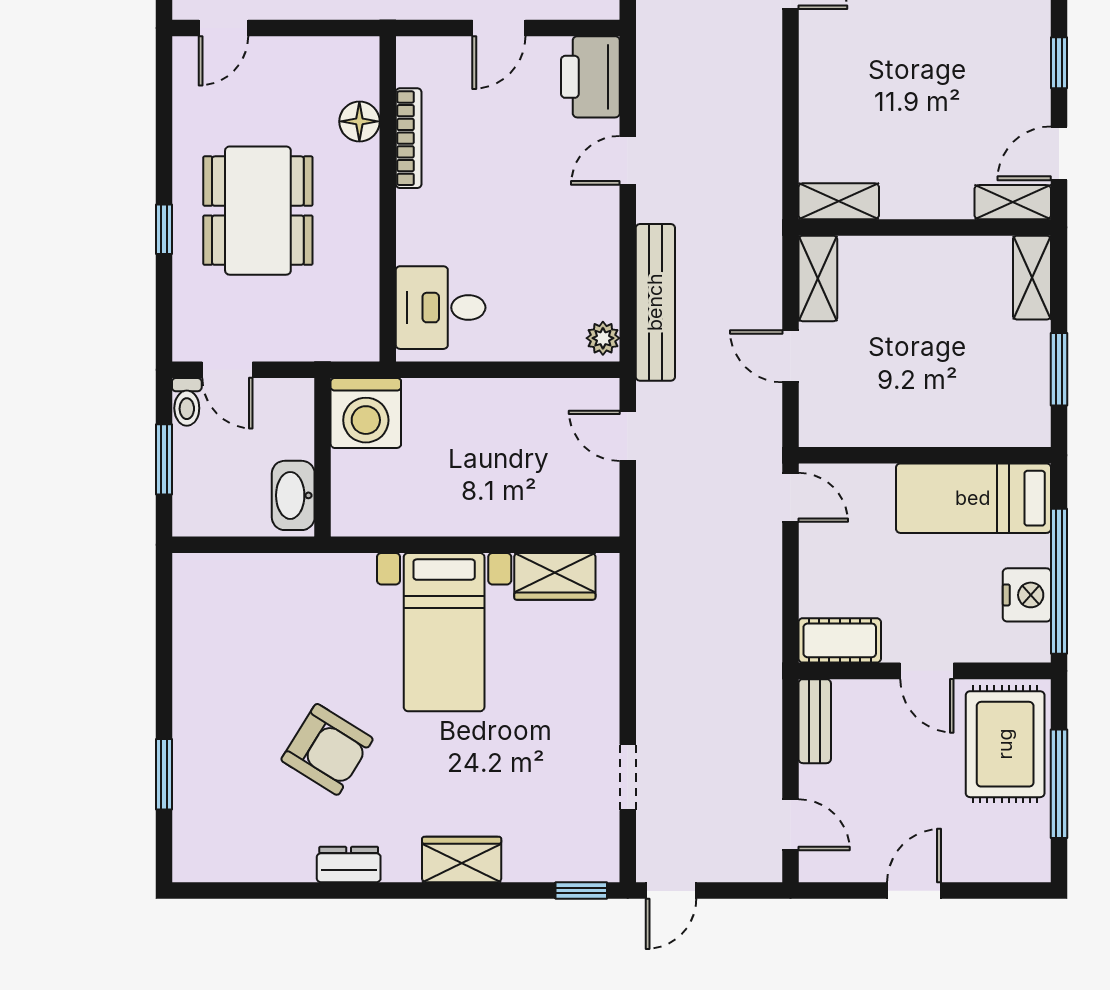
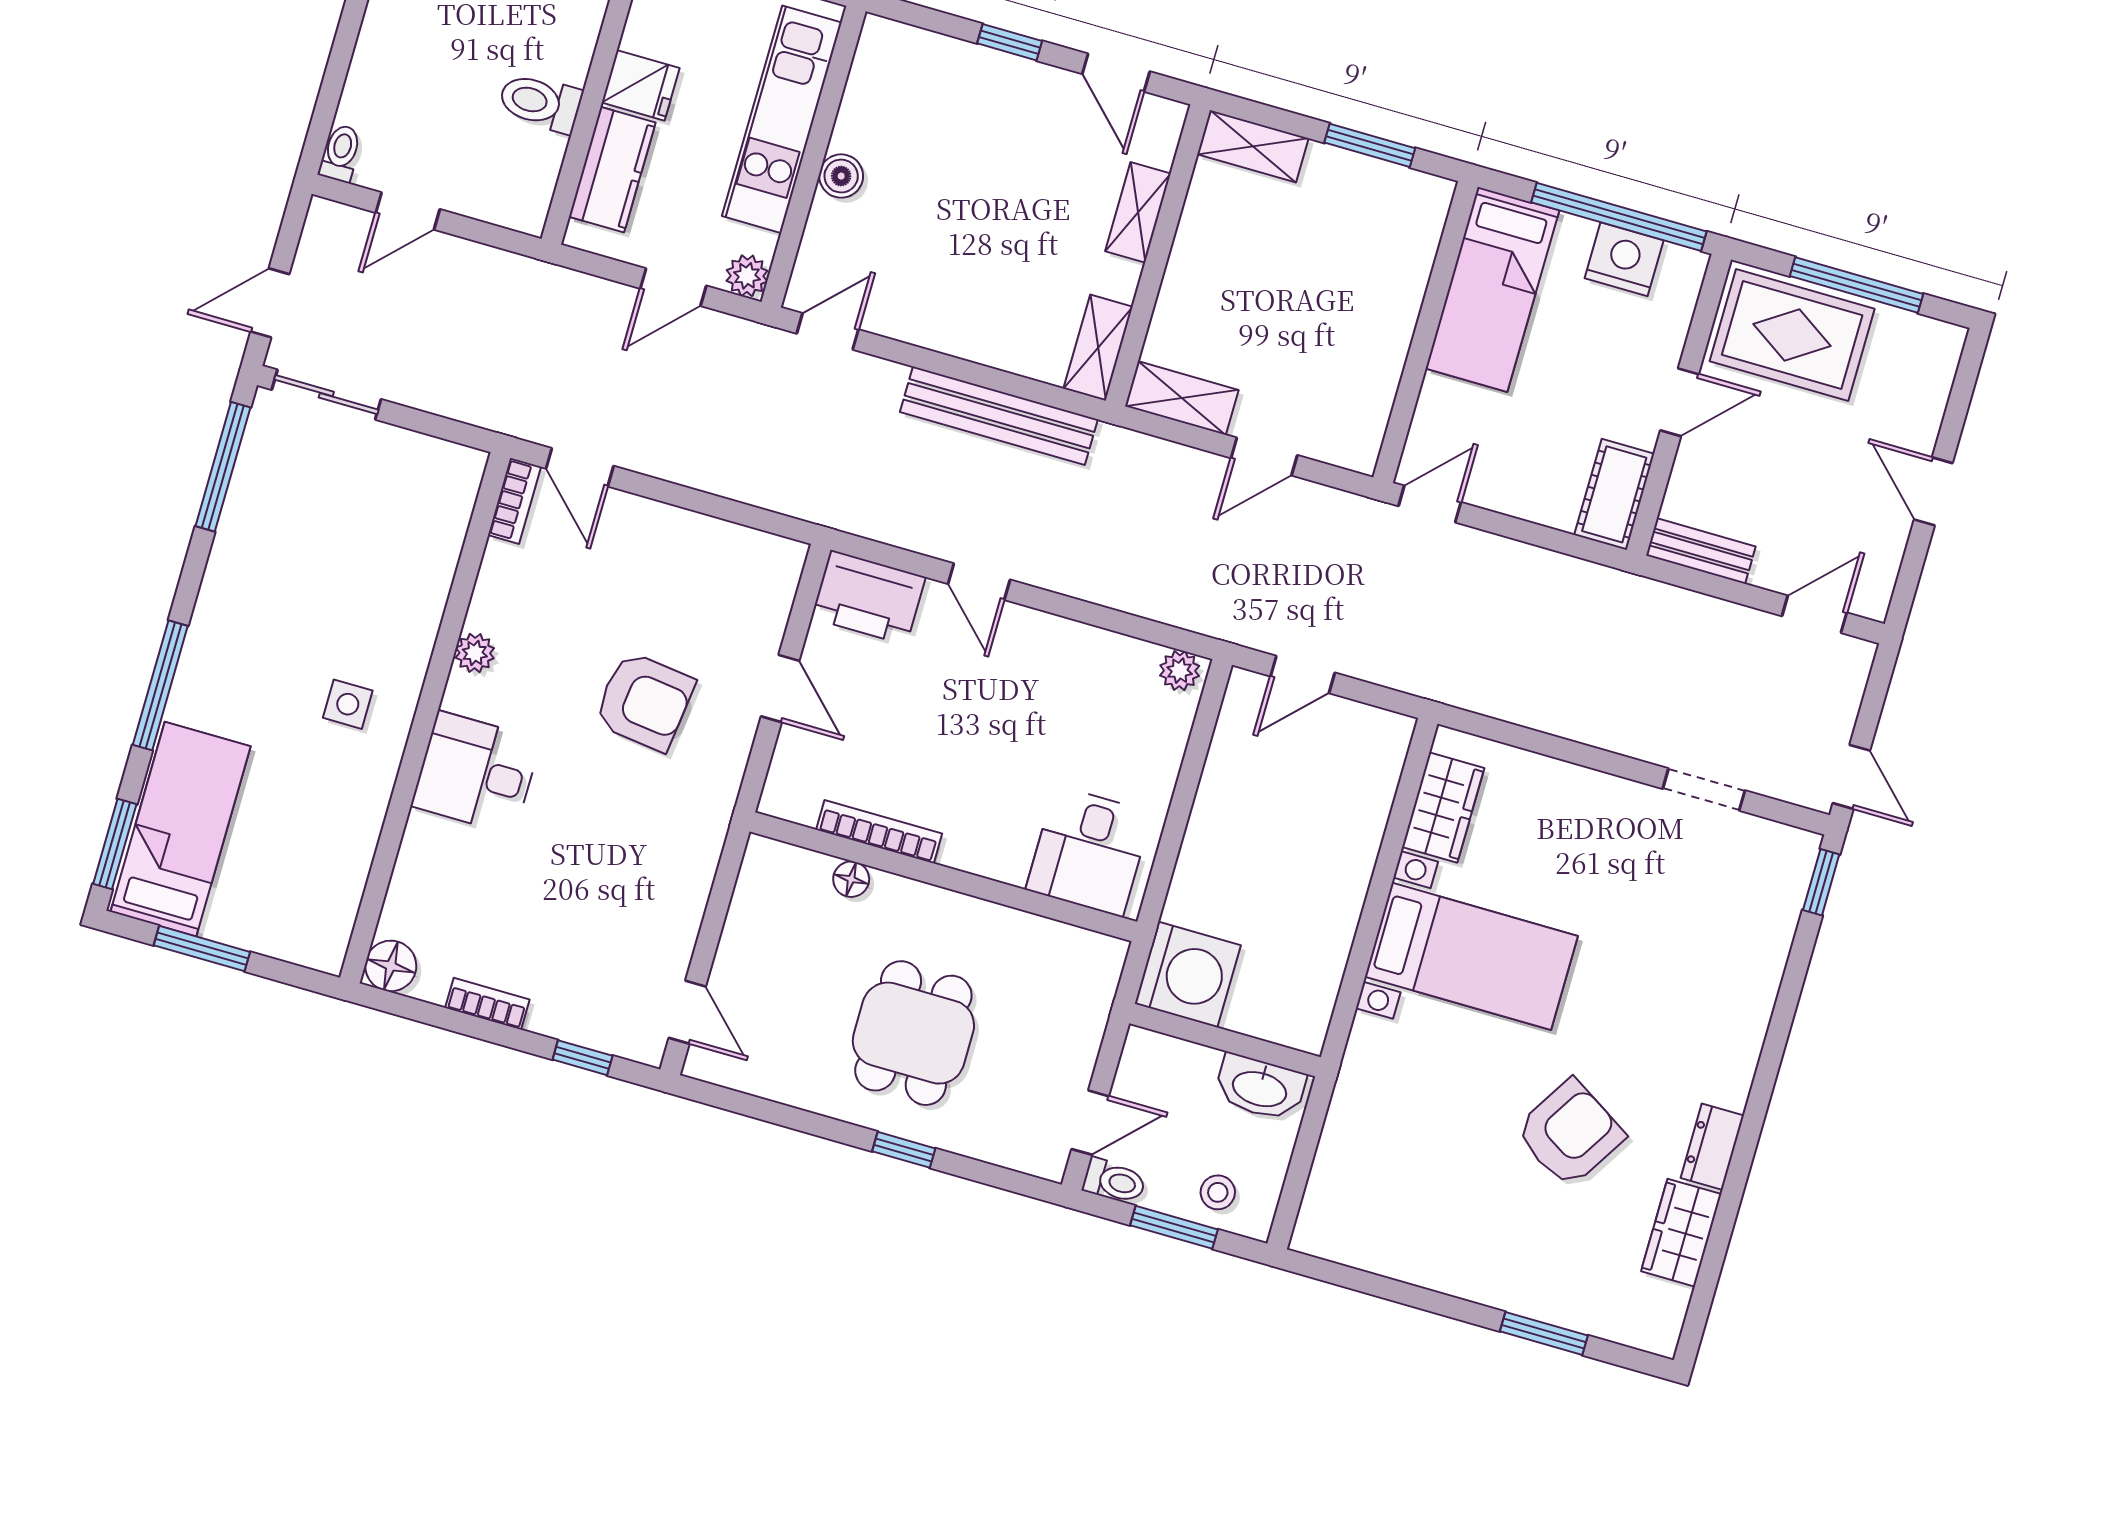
floor lamp: (359, 121) -> (851, 879), width x0.73, depth x0.73
shelving: (1013, 202) -> (1138, 212), moved
dining table: (258, 211) -> (913, 1033), width x0.73
bench: (655, 302) -> (999, 416), moved
stool: (201, 486) -> (1218, 1192), added
wardrobe: (462, 860) -> (1681, 1233), moved

